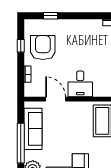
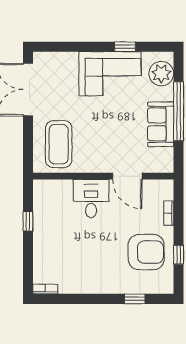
armchair: (43, 48) -> (146, 252), turned -90
sofa: (33, 129) -> (161, 124), width x0.73

